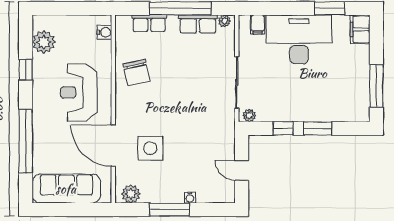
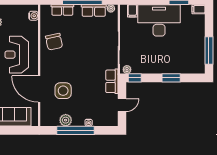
filing cabinet: (360, 29) -> (199, 9), width x0.50
window: (283, 128) -> (135, 78), moved
row of seats: (226, 134) -> (112, 81), added
door: (242, 170) -> (122, 105), swing flipped
plant: (131, 194) -> (66, 120), moved
window: (170, 210) -> (75, 130), width x1.46

